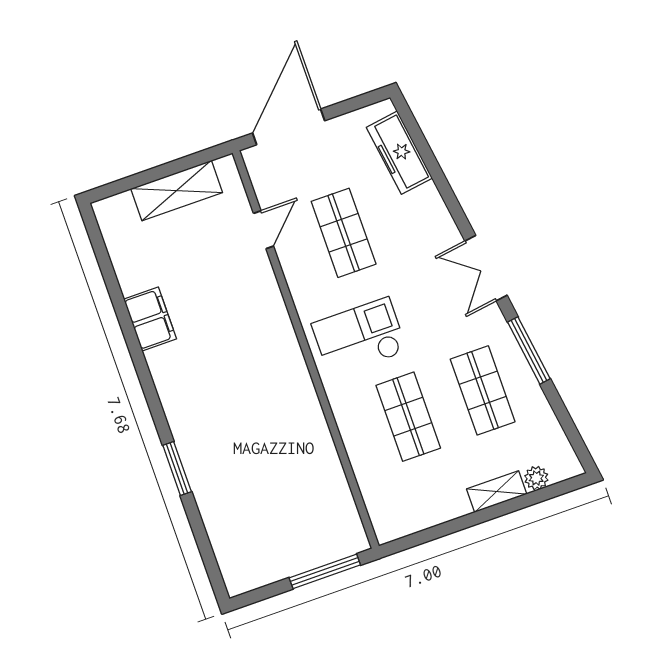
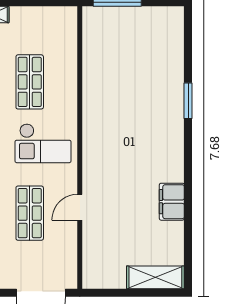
shelving: (177, 191) -> (155, 277), moved
door: (264, 230) -> (80, 207), moved

